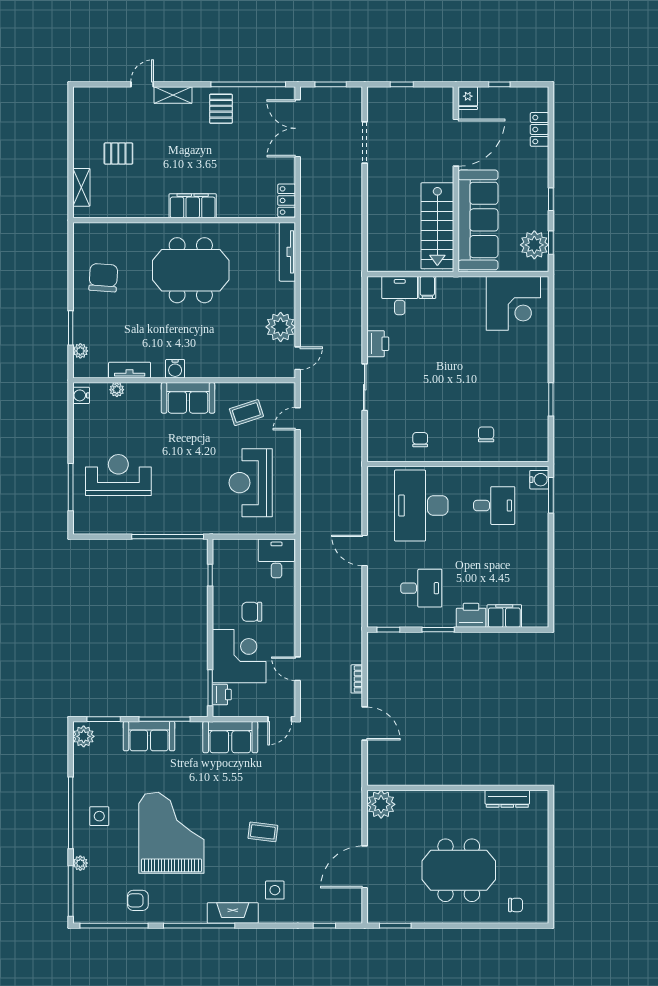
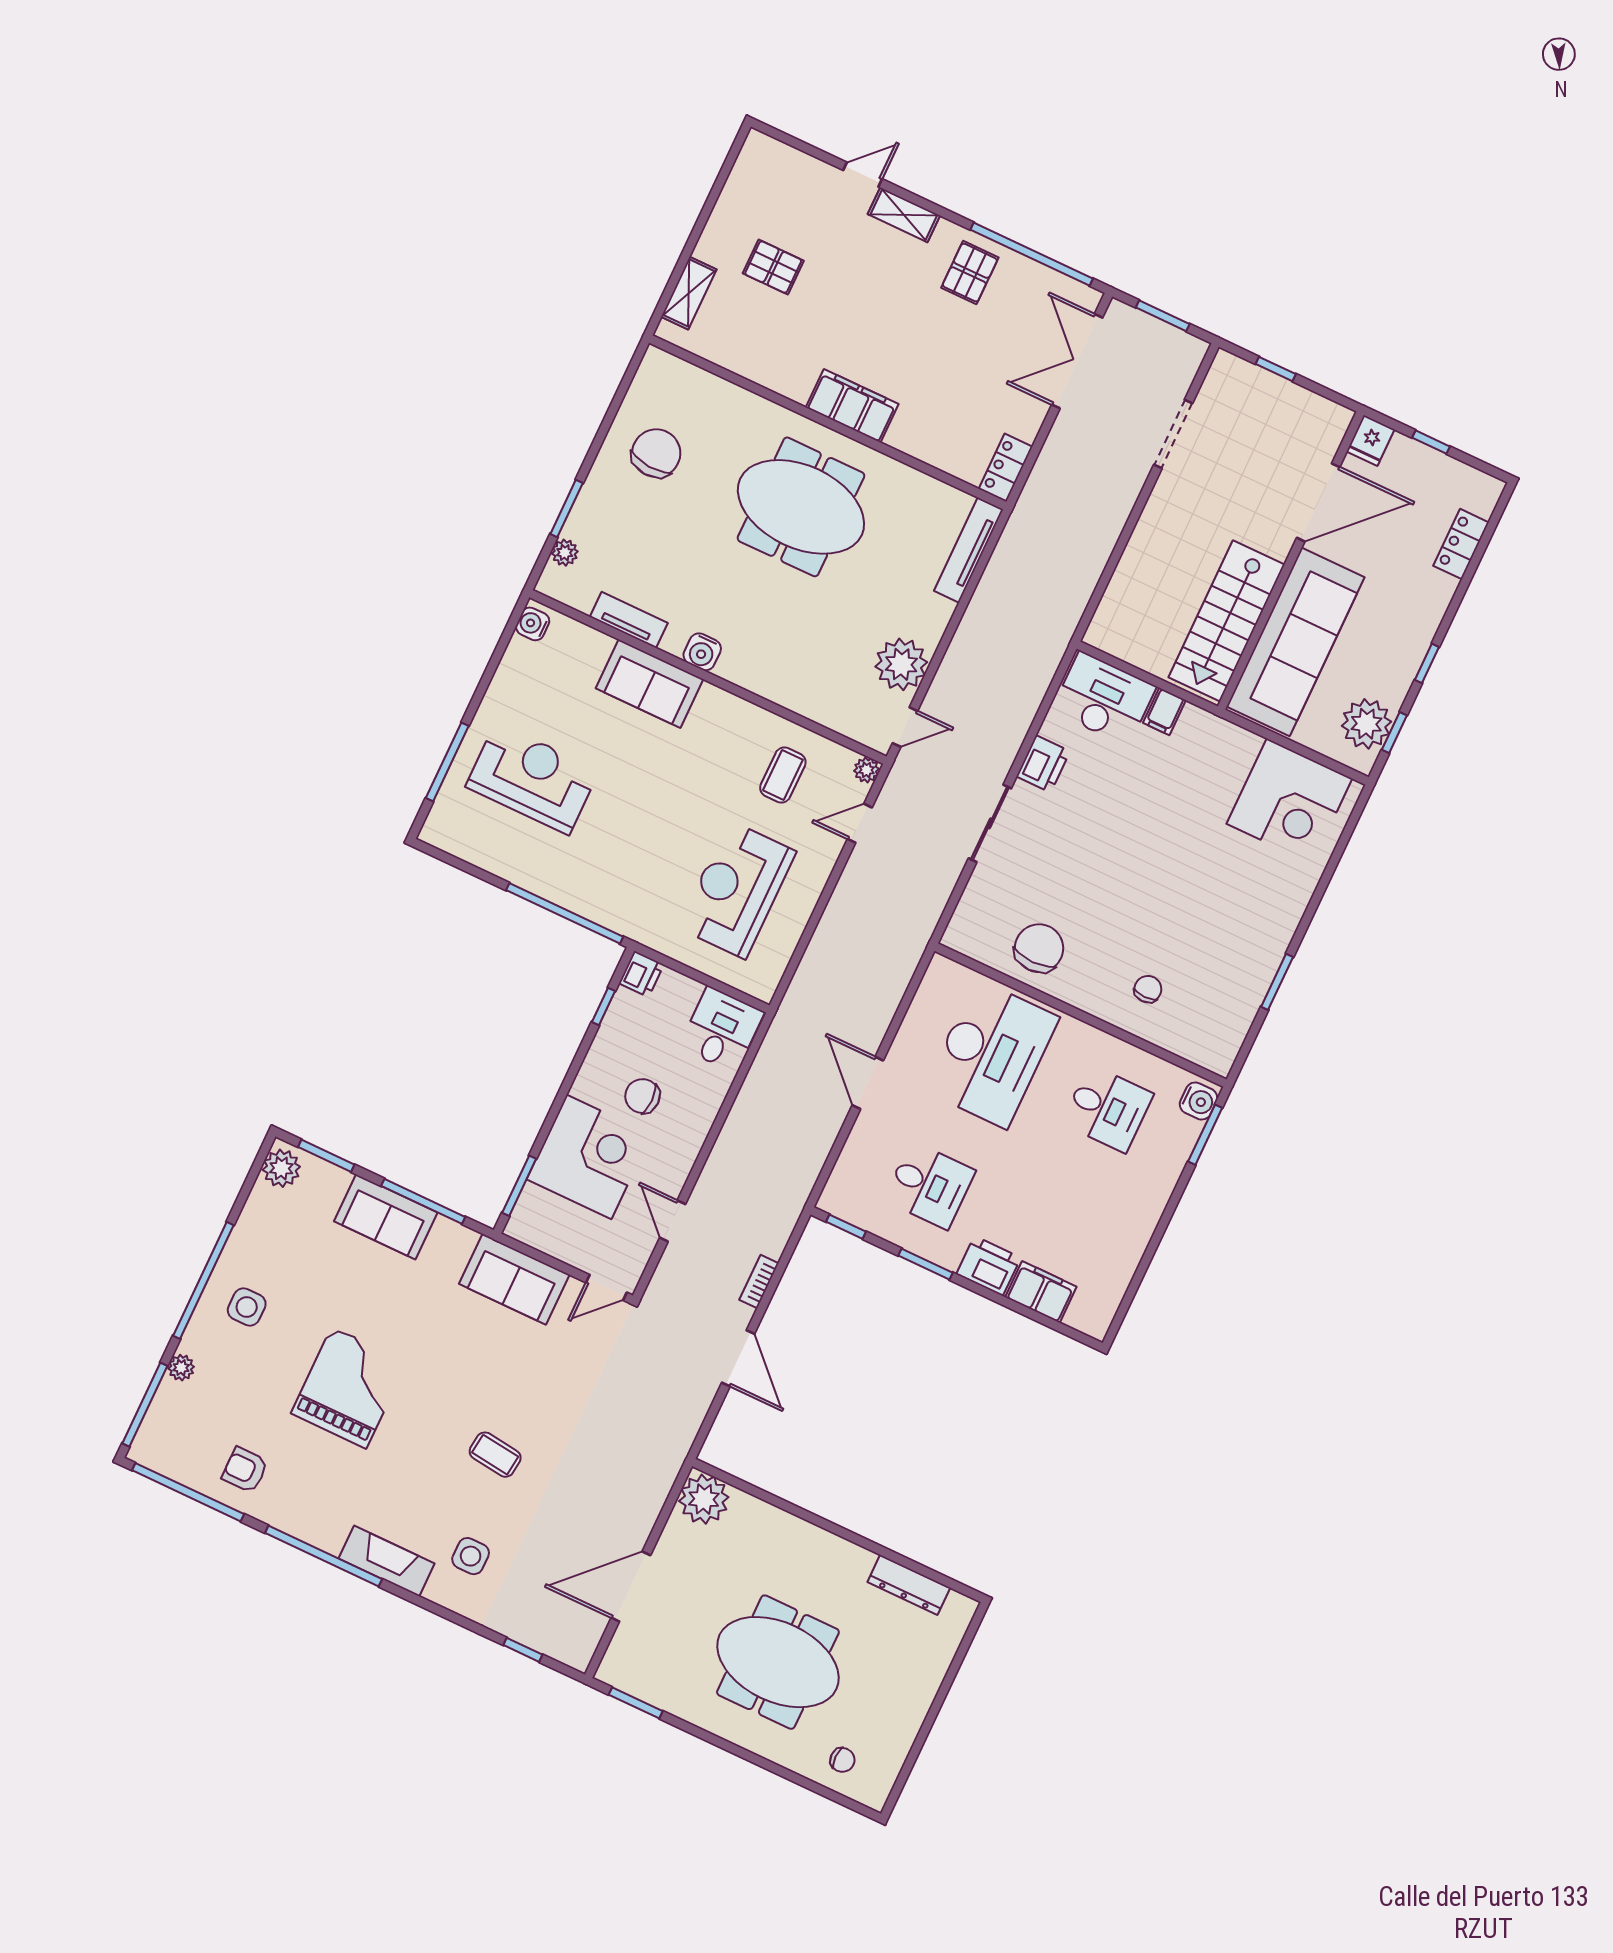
desk: (400, 296) -> (1104, 699), width x1.37
plant: (117, 390) -> (867, 770), moved
sofa: (188, 398) -> (650, 684), moved
coffee table: (246, 413) -> (783, 775), turned -72
chair: (420, 440) -> (1039, 948), width x1.87, depth x1.87
desk: (421, 506) -> (991, 1054), turned 180
printer: (222, 695) -> (641, 974), moved
grand piano: (171, 833) -> (349, 1388), width x0.73, depth x0.68

